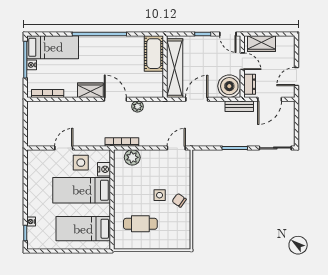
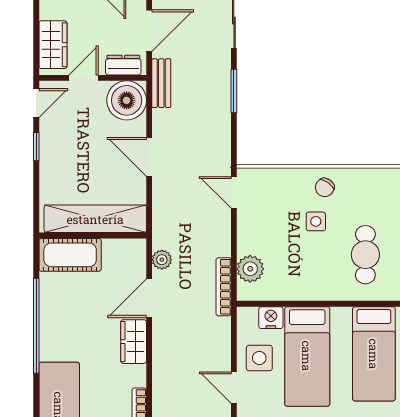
cot: (154, 54) -> (70, 255), moved
wall: (165, 67) -> (93, 236), moved
shelving: (175, 68) -> (95, 219), moved
door: (270, 99) -> (149, 31), hinge flipped

